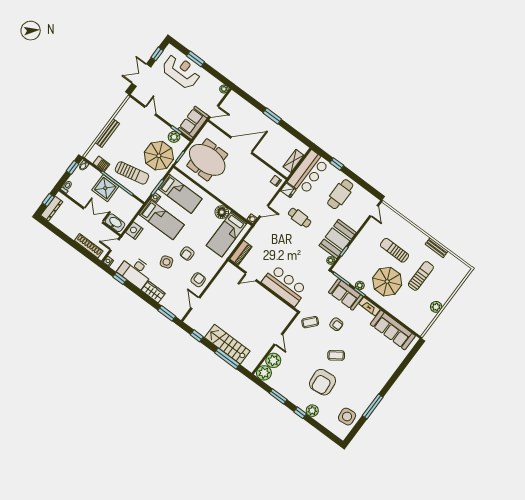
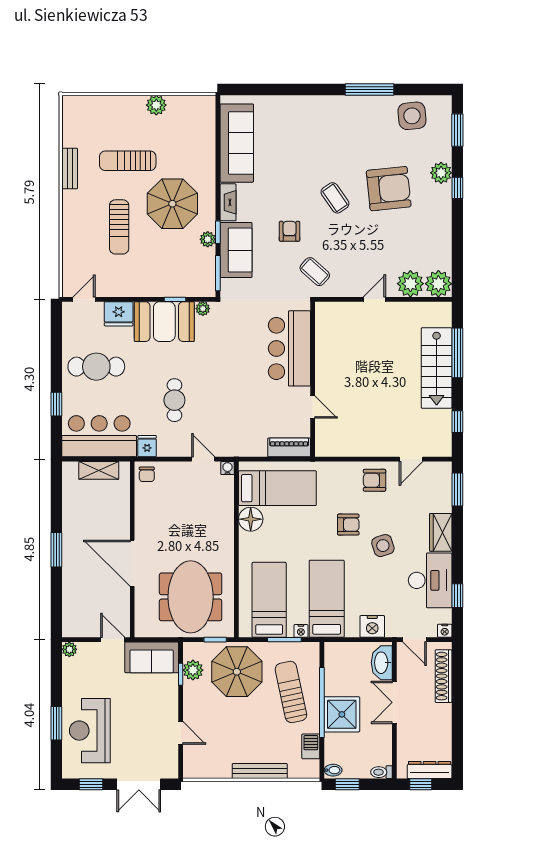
door: (150, 111) -> (181, 733), swing flipped
fridge: (356, 221) -> (119, 314), added
window: (278, 396) -> (457, 130), moved

